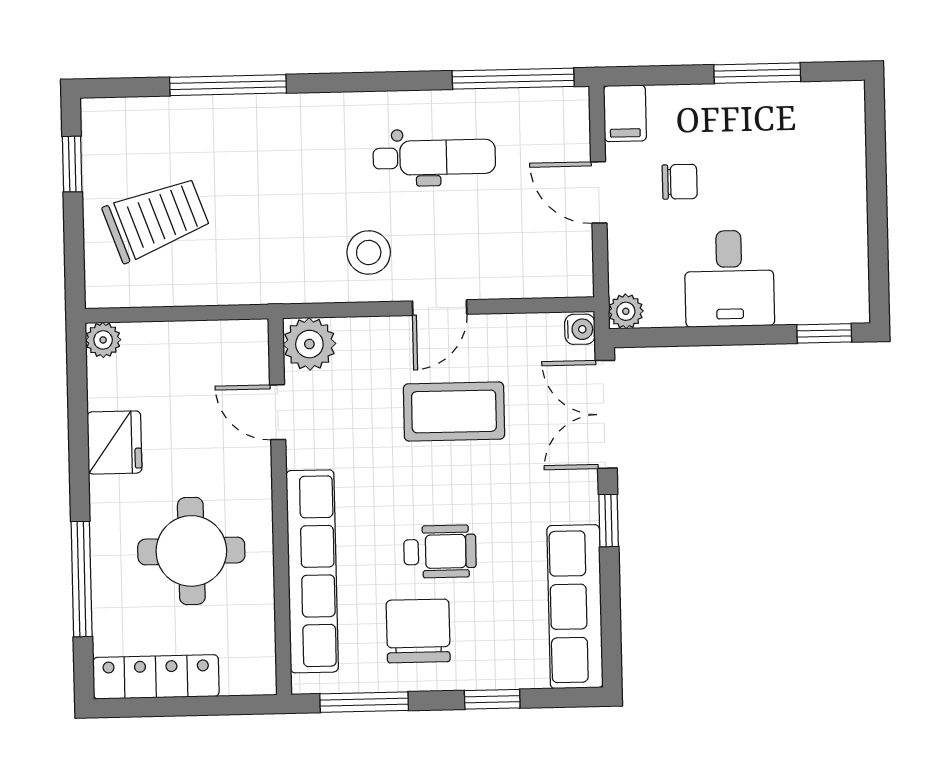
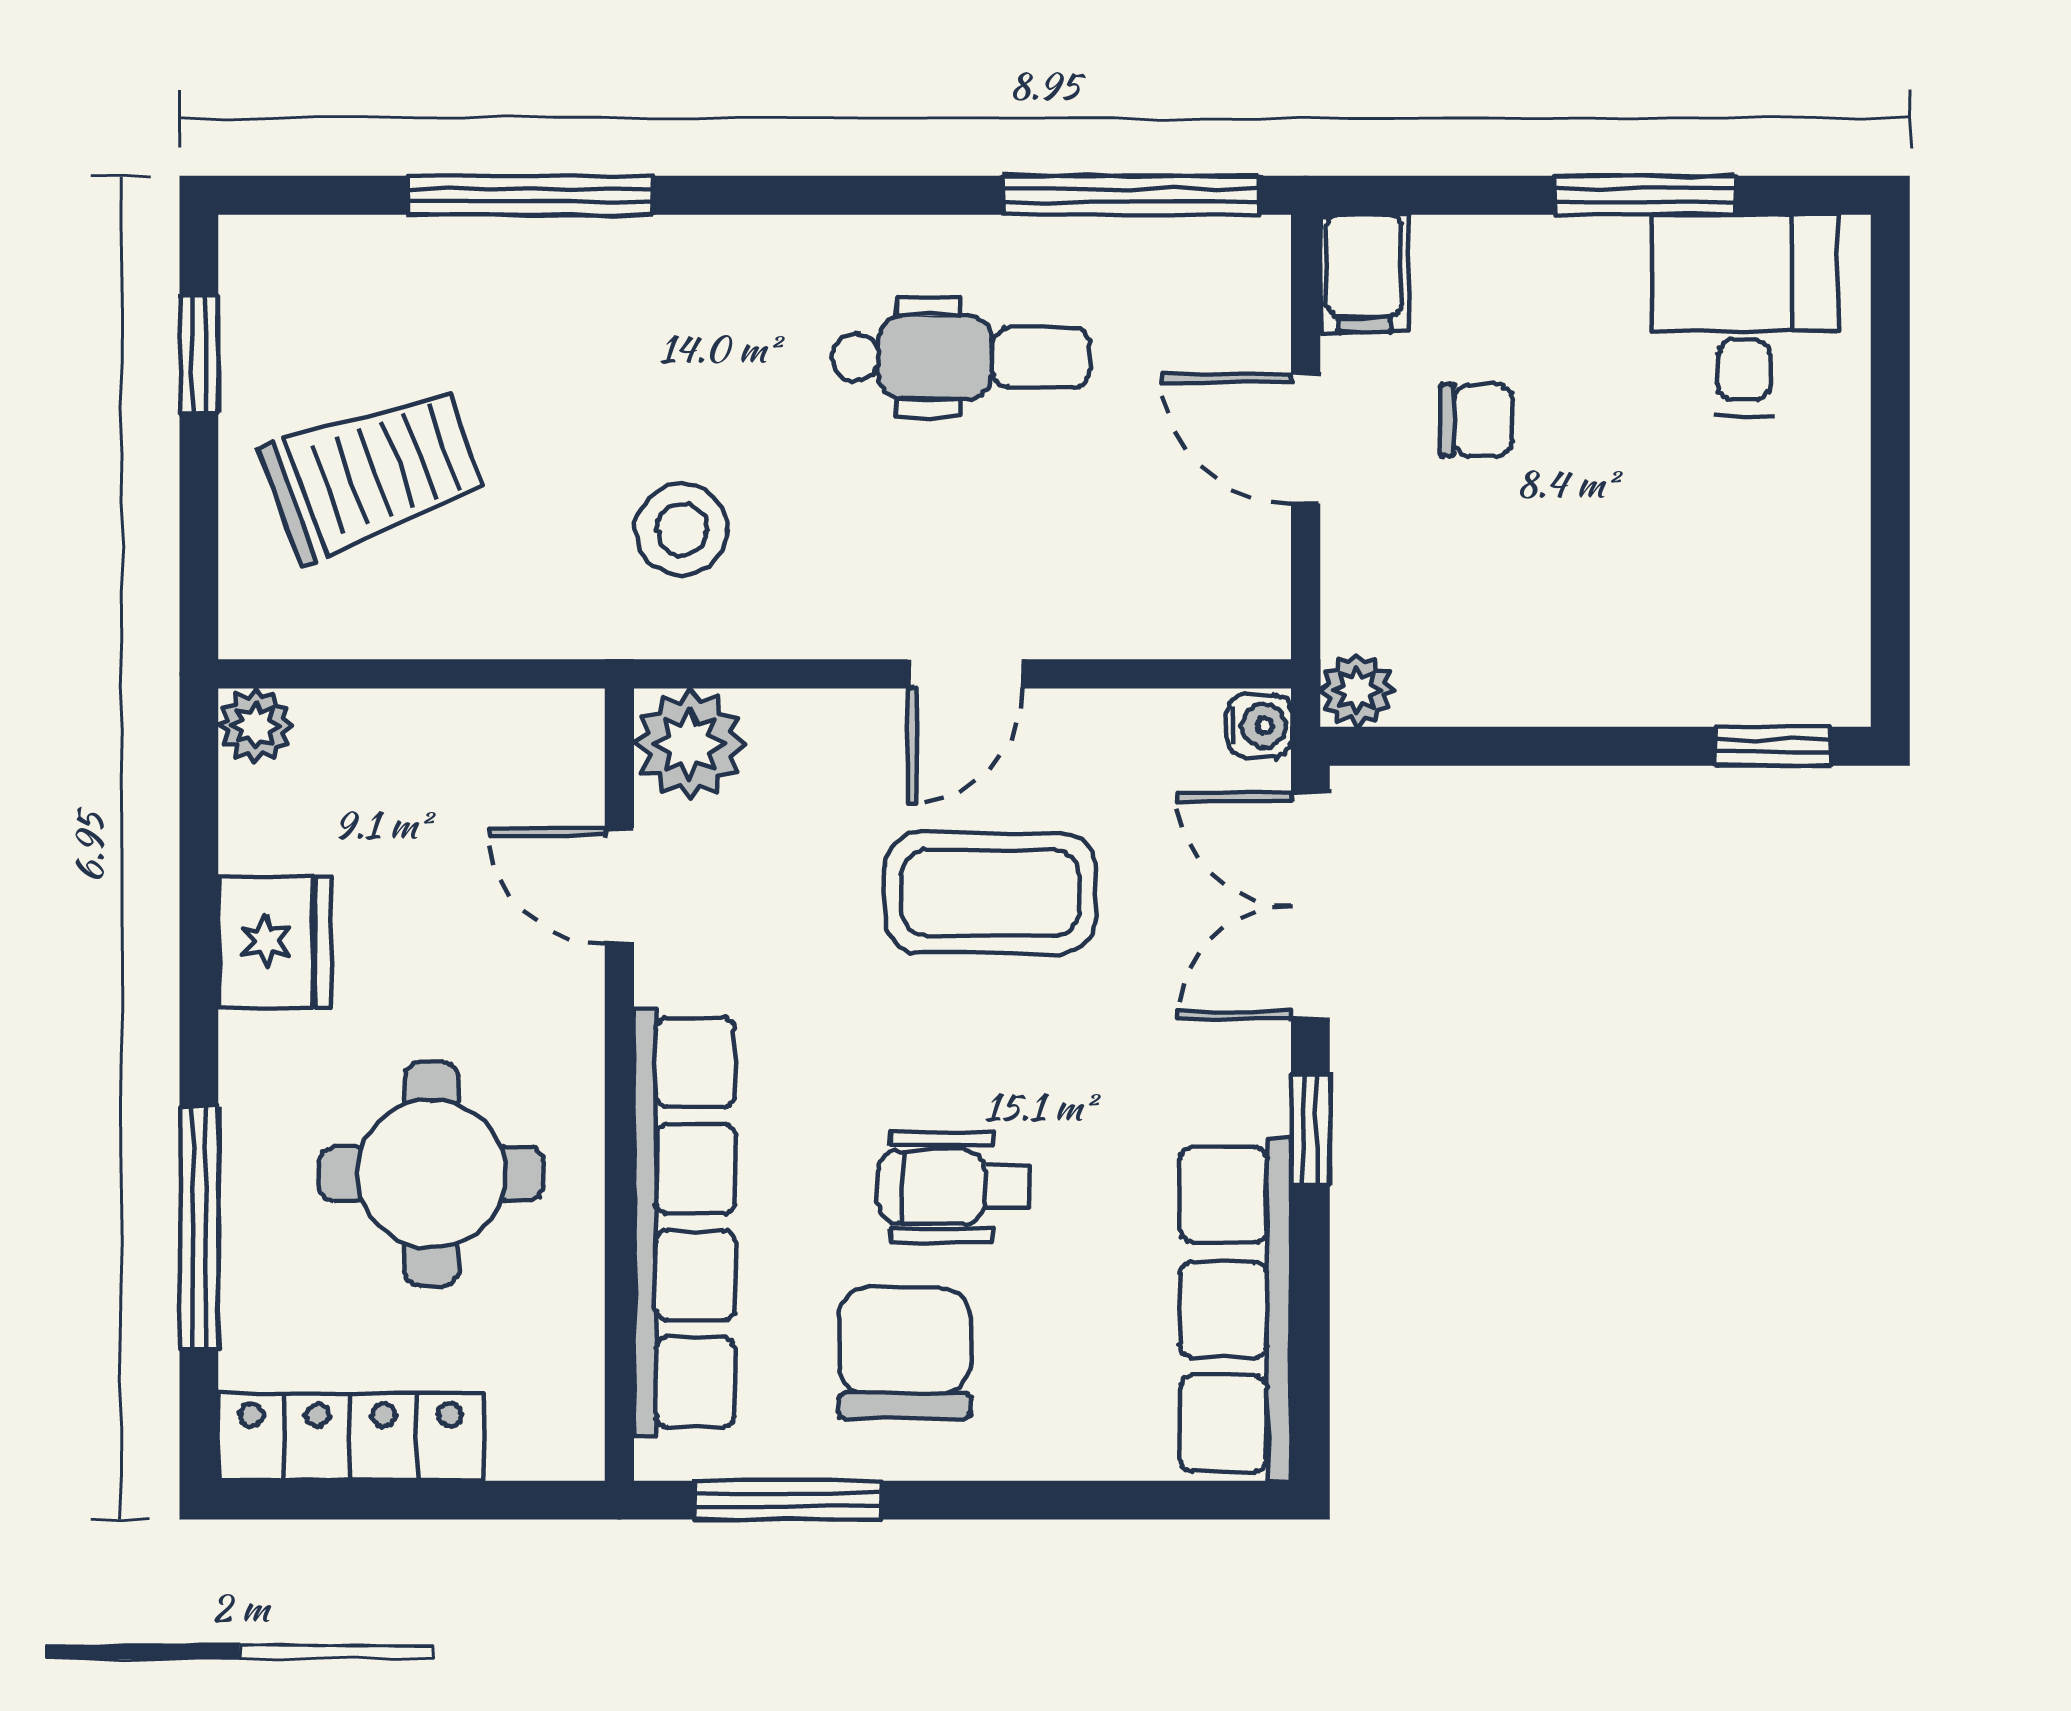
stool: (369, 252) -> (682, 529), moved
desk: (729, 279) -> (1744, 315), moved, turned 180
wheelchair: (440, 552) -> (954, 1187), turned 180
window: (492, 699) -> (1057, 1500), removed

